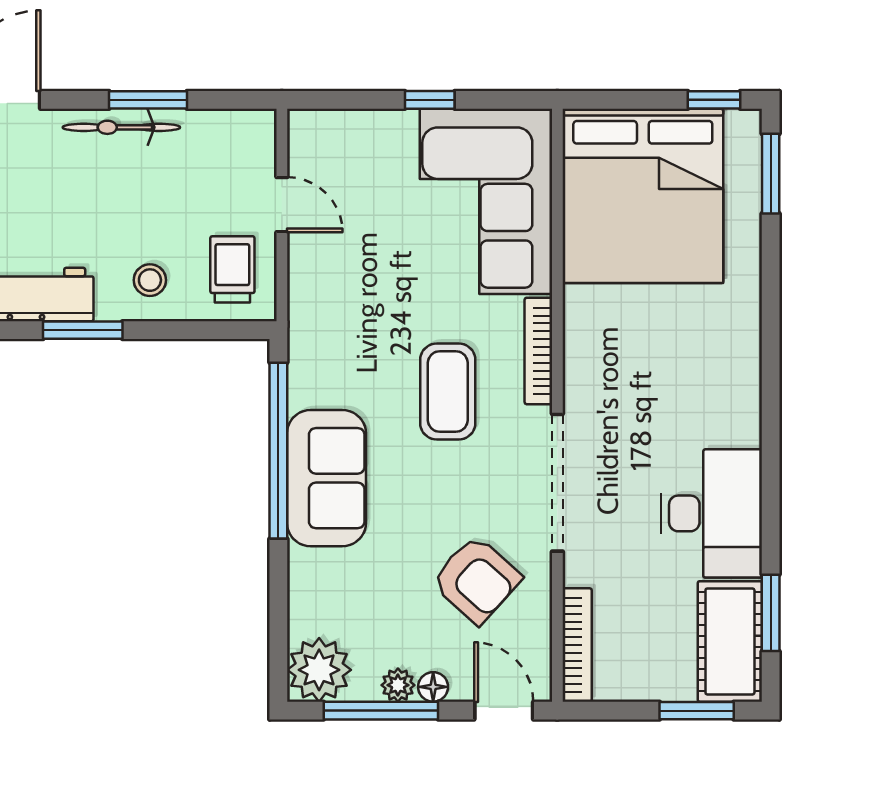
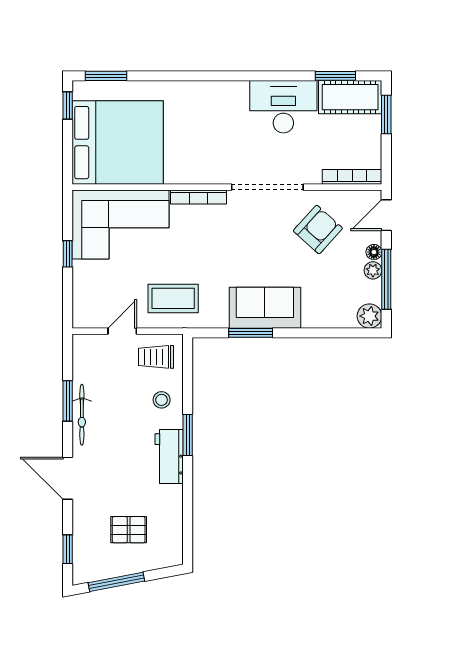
coffee table: (448, 392) -> (173, 298), moved
window: (278, 451) -> (251, 333), width x0.47
plant: (319, 670) -> (369, 316), width x0.73, depth x0.73

